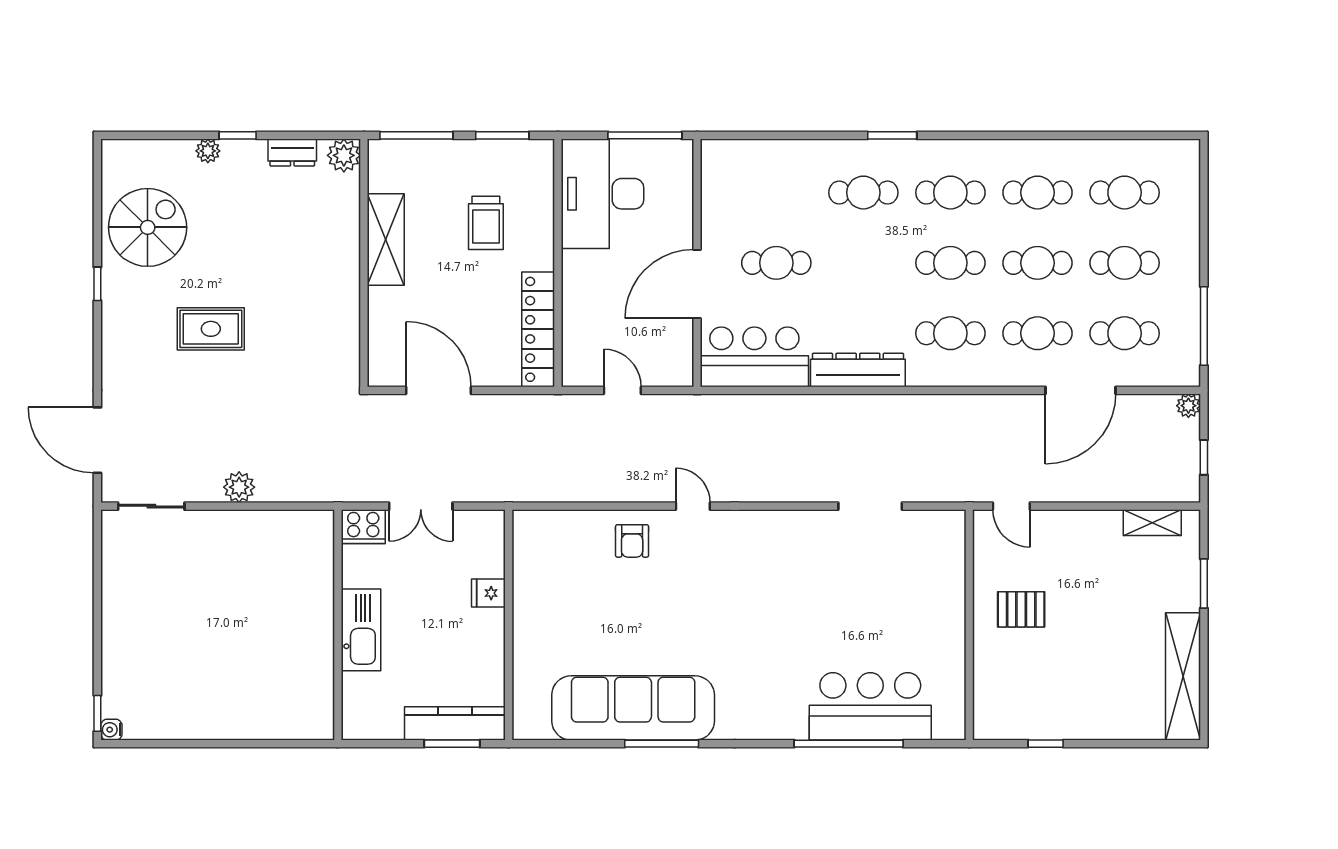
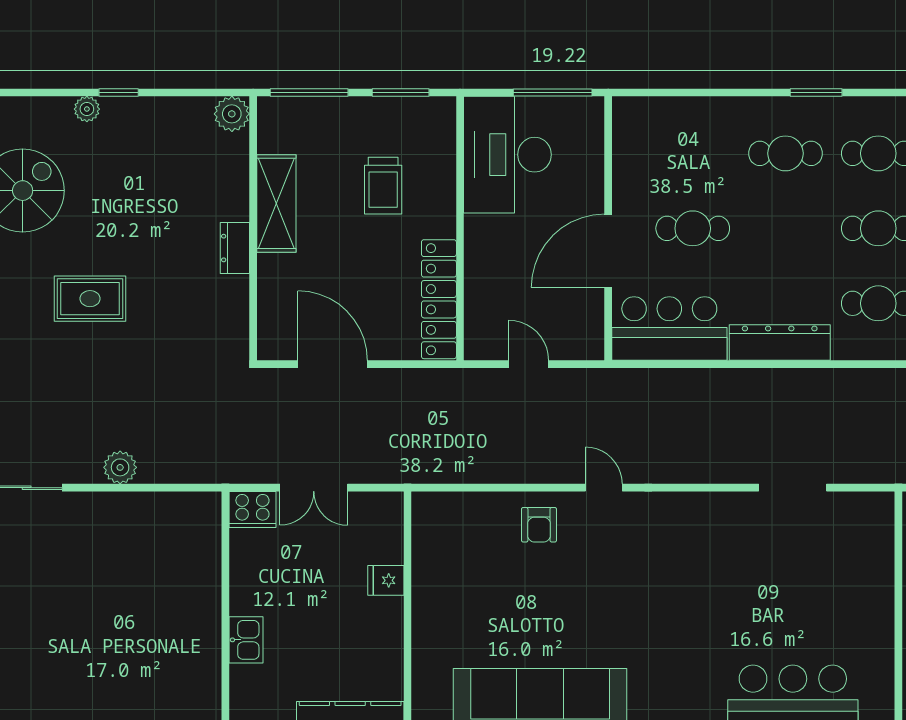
dresser: (292, 152) -> (235, 248), moved, turned 90
kitchen sink: (361, 630) -> (246, 640), width x0.53, depth x0.81

